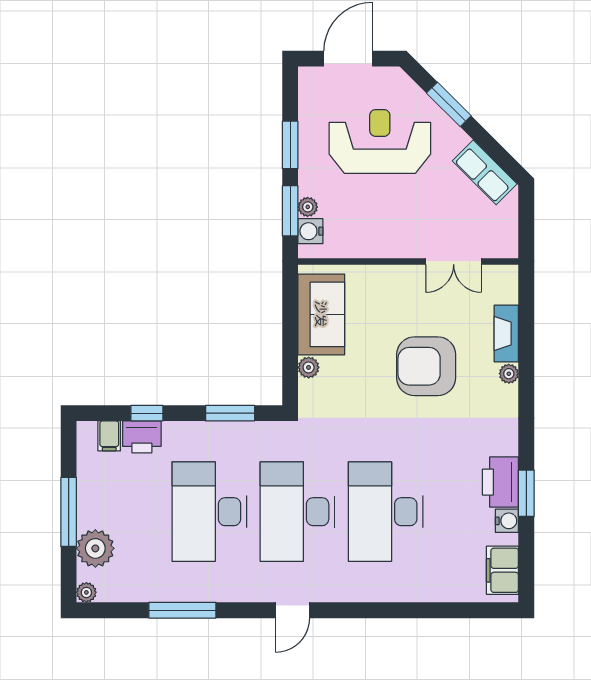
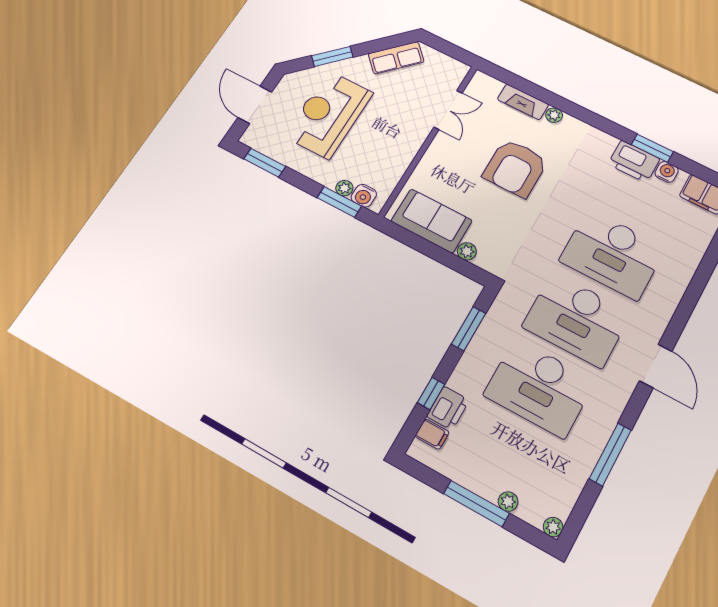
window: (290, 145) -> (265, 163), moved
plant: (95, 548) -> (508, 502), width x0.53, depth x0.53
door: (292, 610) -> (656, 366), width x1.38

